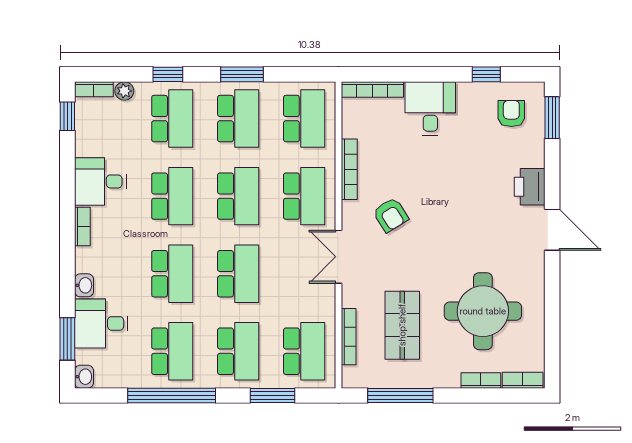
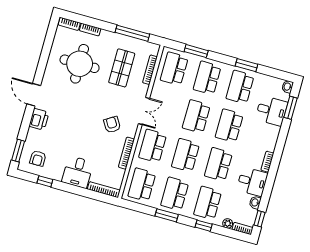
washbasin: (84, 285) -> (255, 203), moved
window: (172, 395) -> (246, 65), width x0.47

